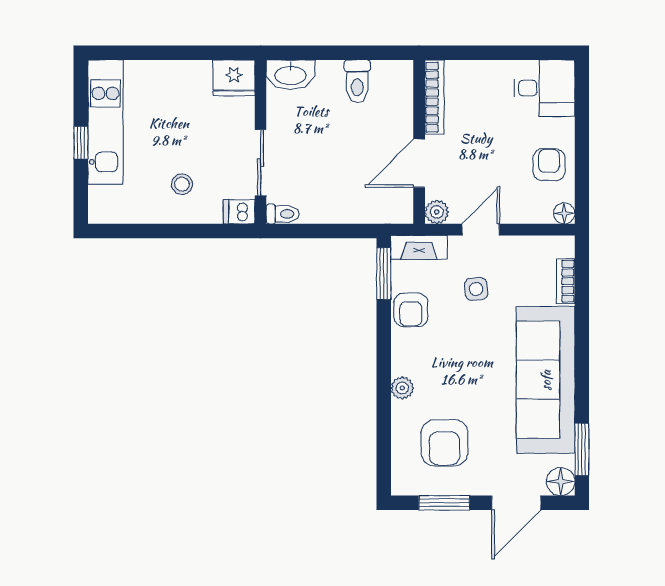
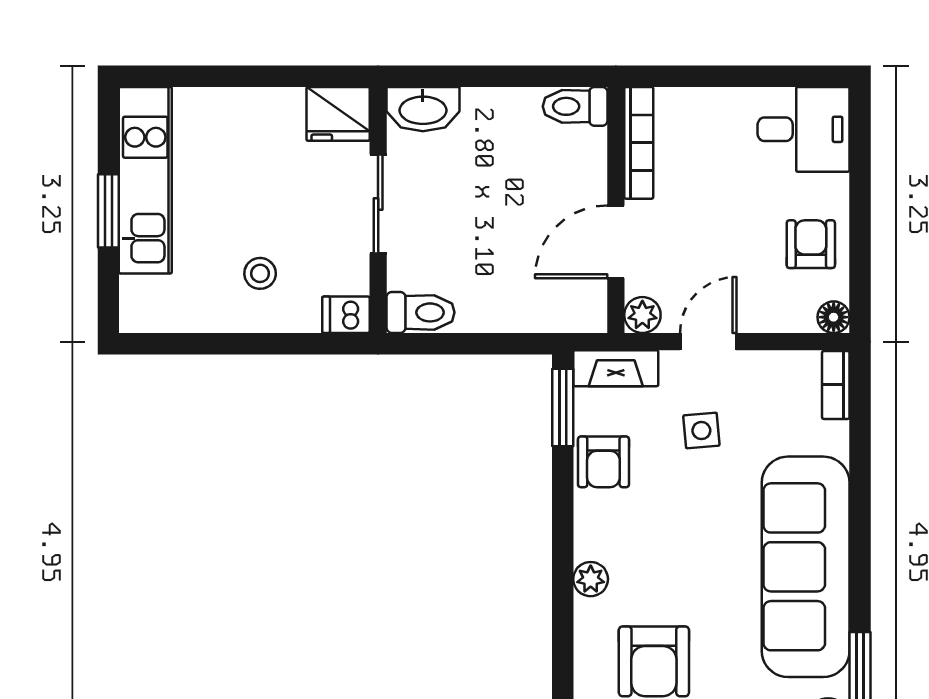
toilet: (357, 81) -> (575, 106), moved, turned 90
window: (81, 143) -> (108, 211), width x1.50
sliding door: (261, 163) -> (378, 204), moved
toilet: (283, 214) -> (421, 312), width x1.37, depth x1.39
bookcase: (566, 281) -> (836, 385), moved

